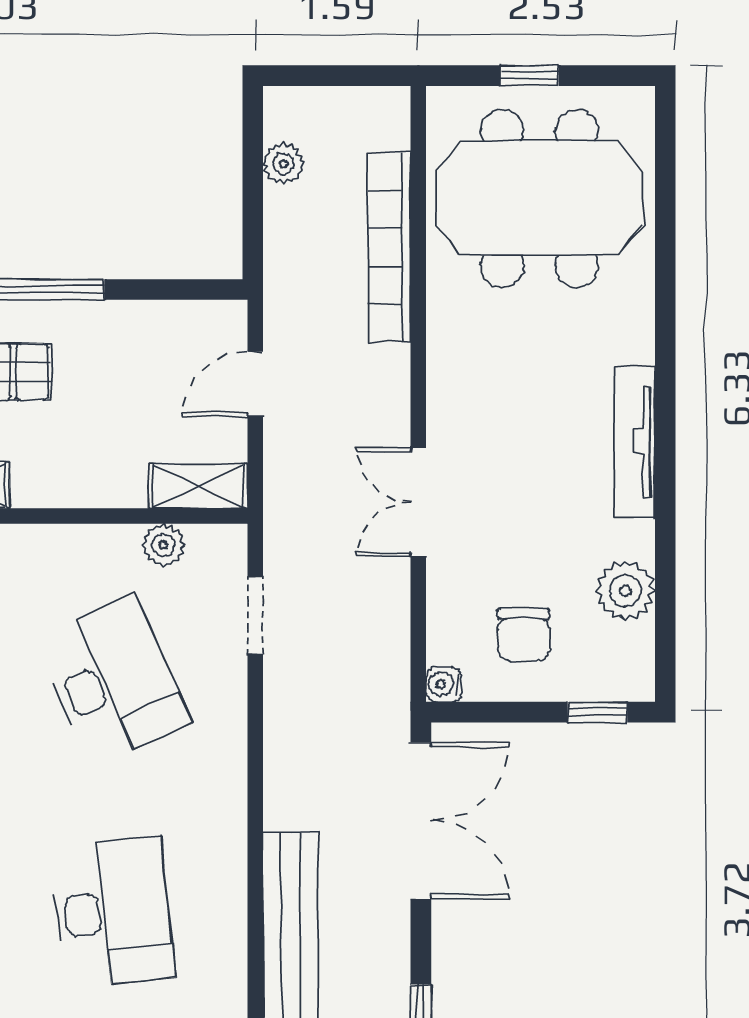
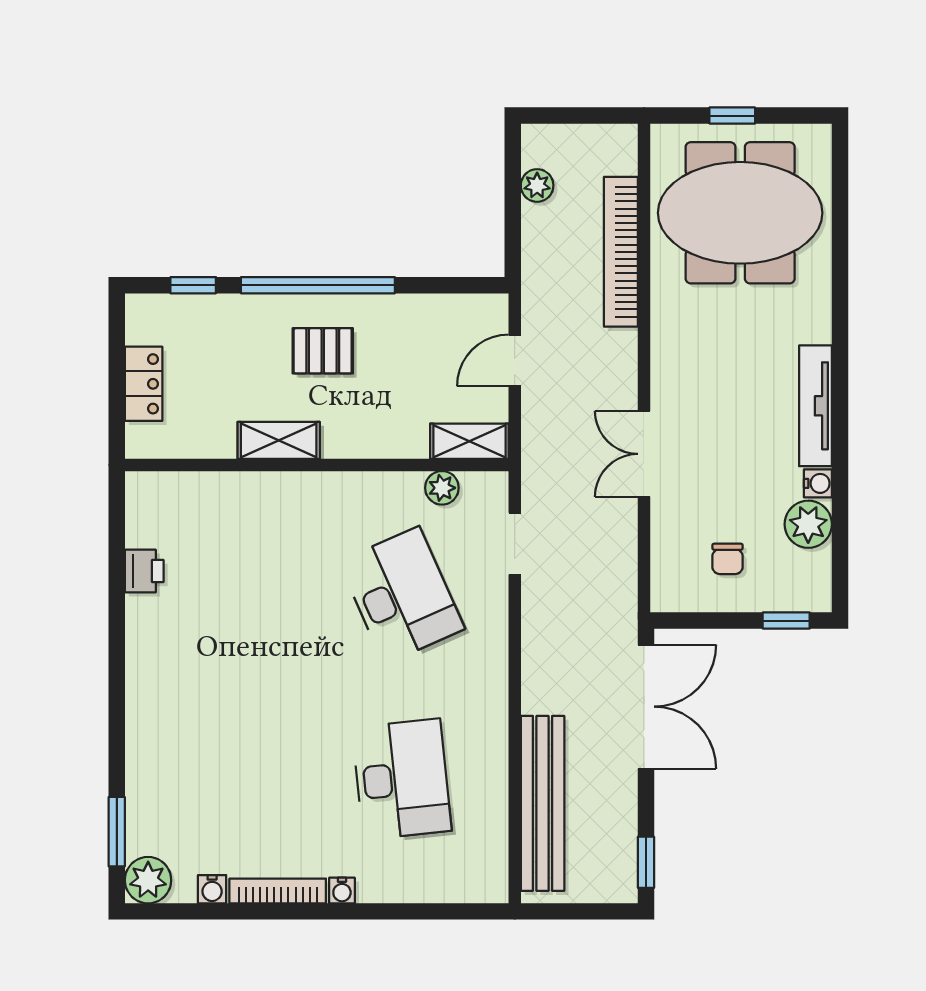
chair: (524, 634) -> (728, 559), width x0.73, depth x0.73
water cooler: (444, 684) -> (818, 483), moved, turned 180

